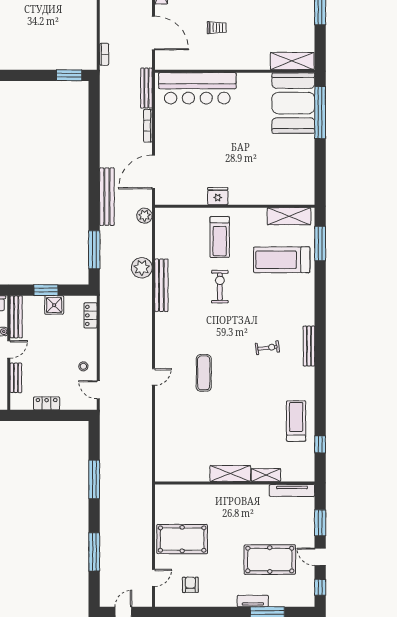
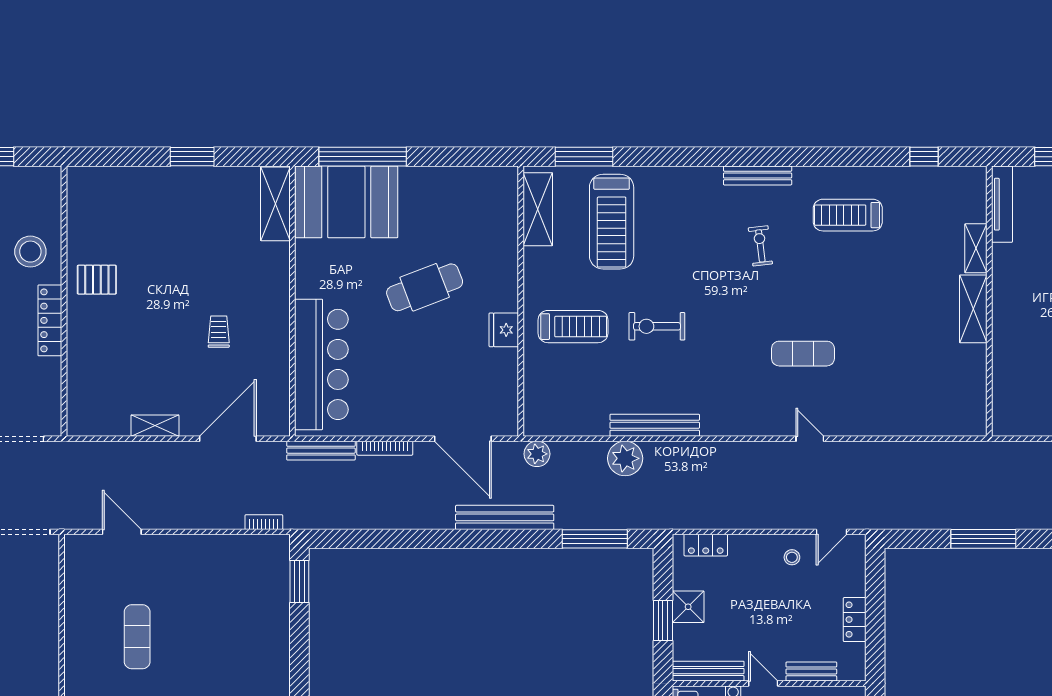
cafe table: (243, 149) -> (425, 287), added
treadmill: (296, 421) -> (848, 215), moved

